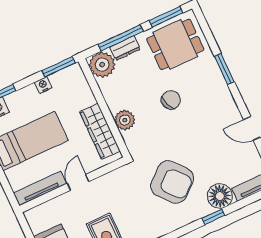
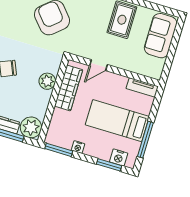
door: (78, 182) -> (98, 65), moved
tv unit: (40, 188) -> (142, 87), width x0.71

